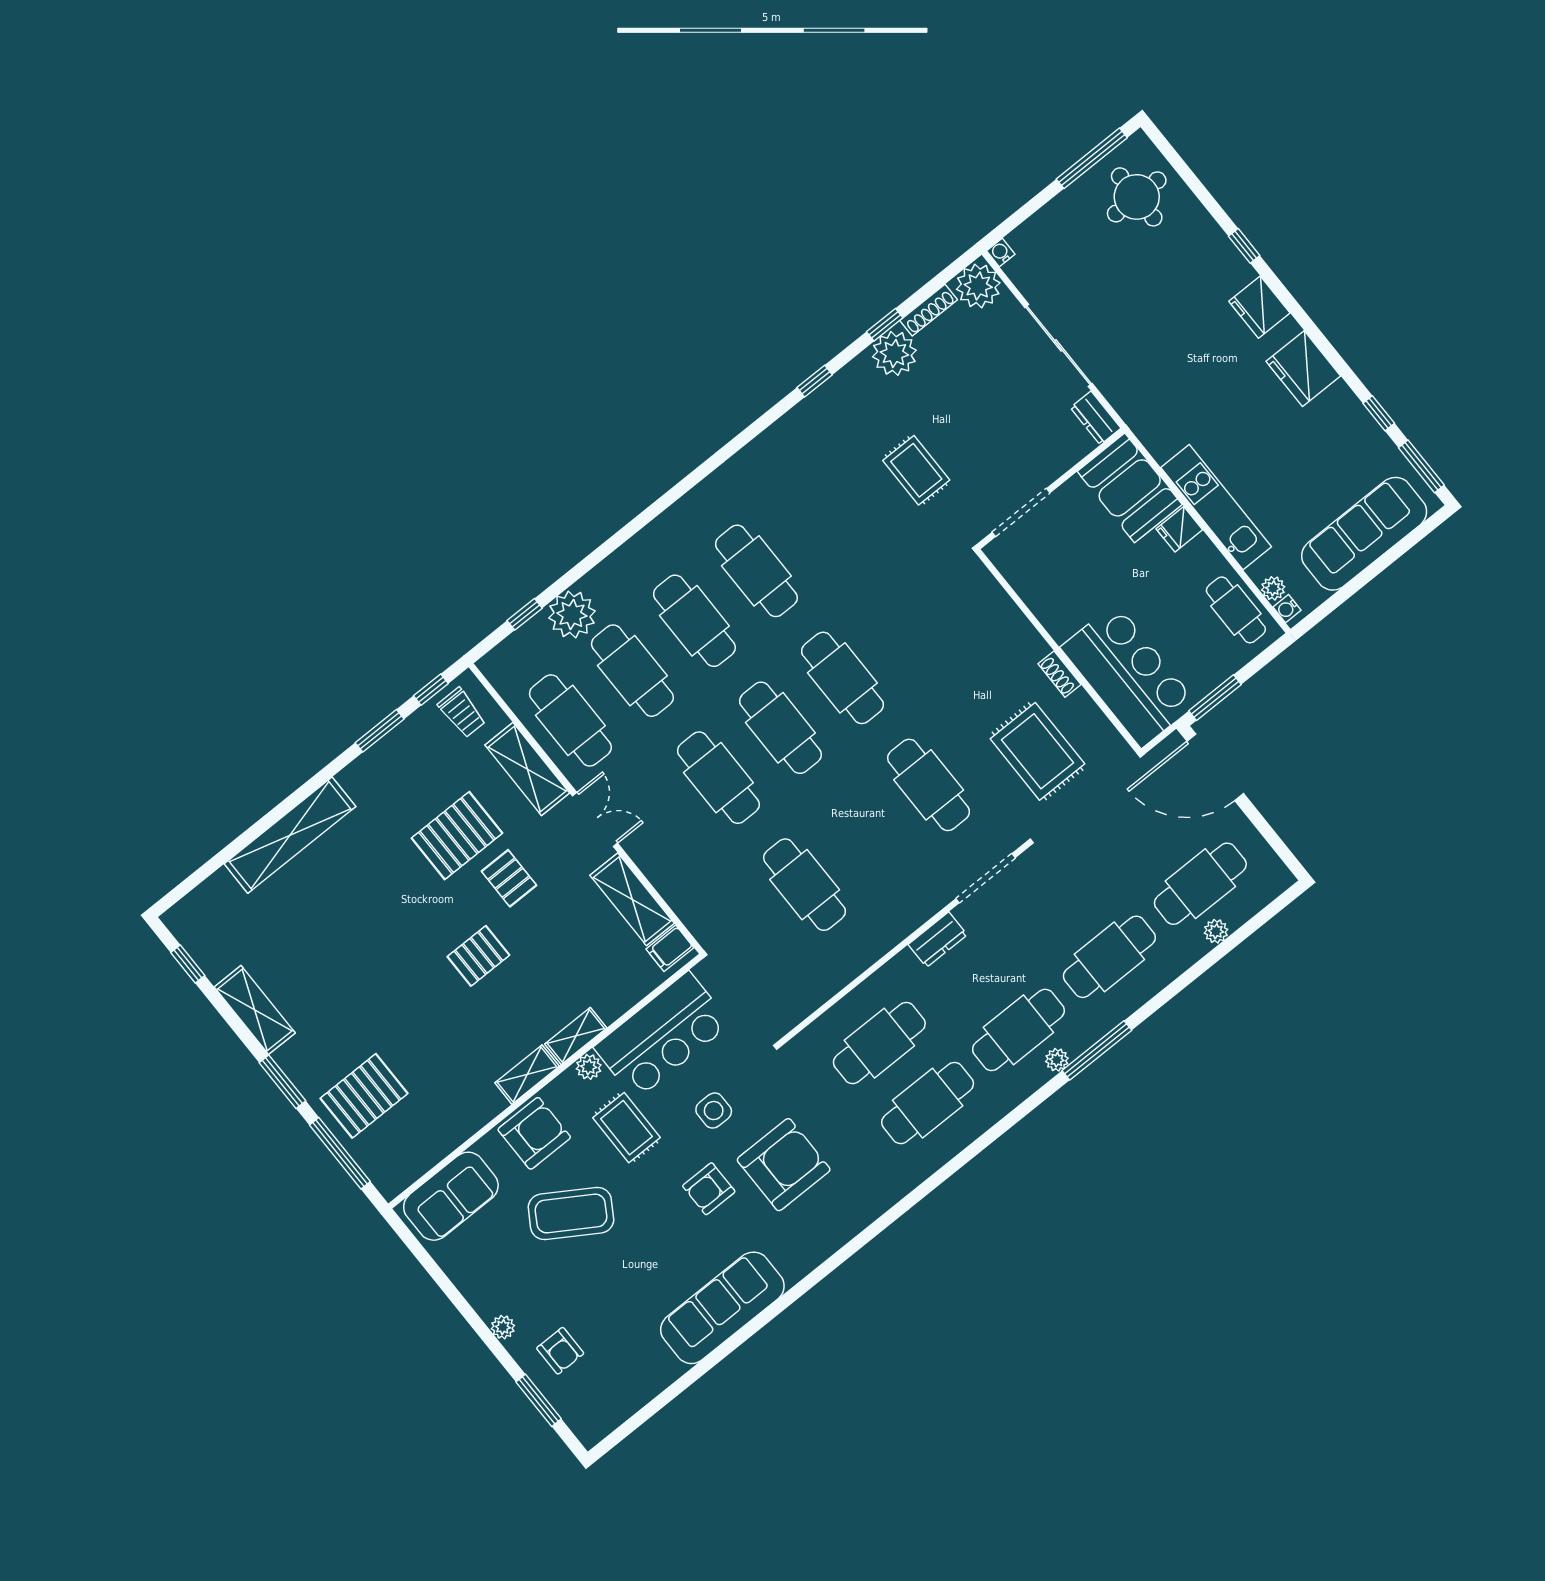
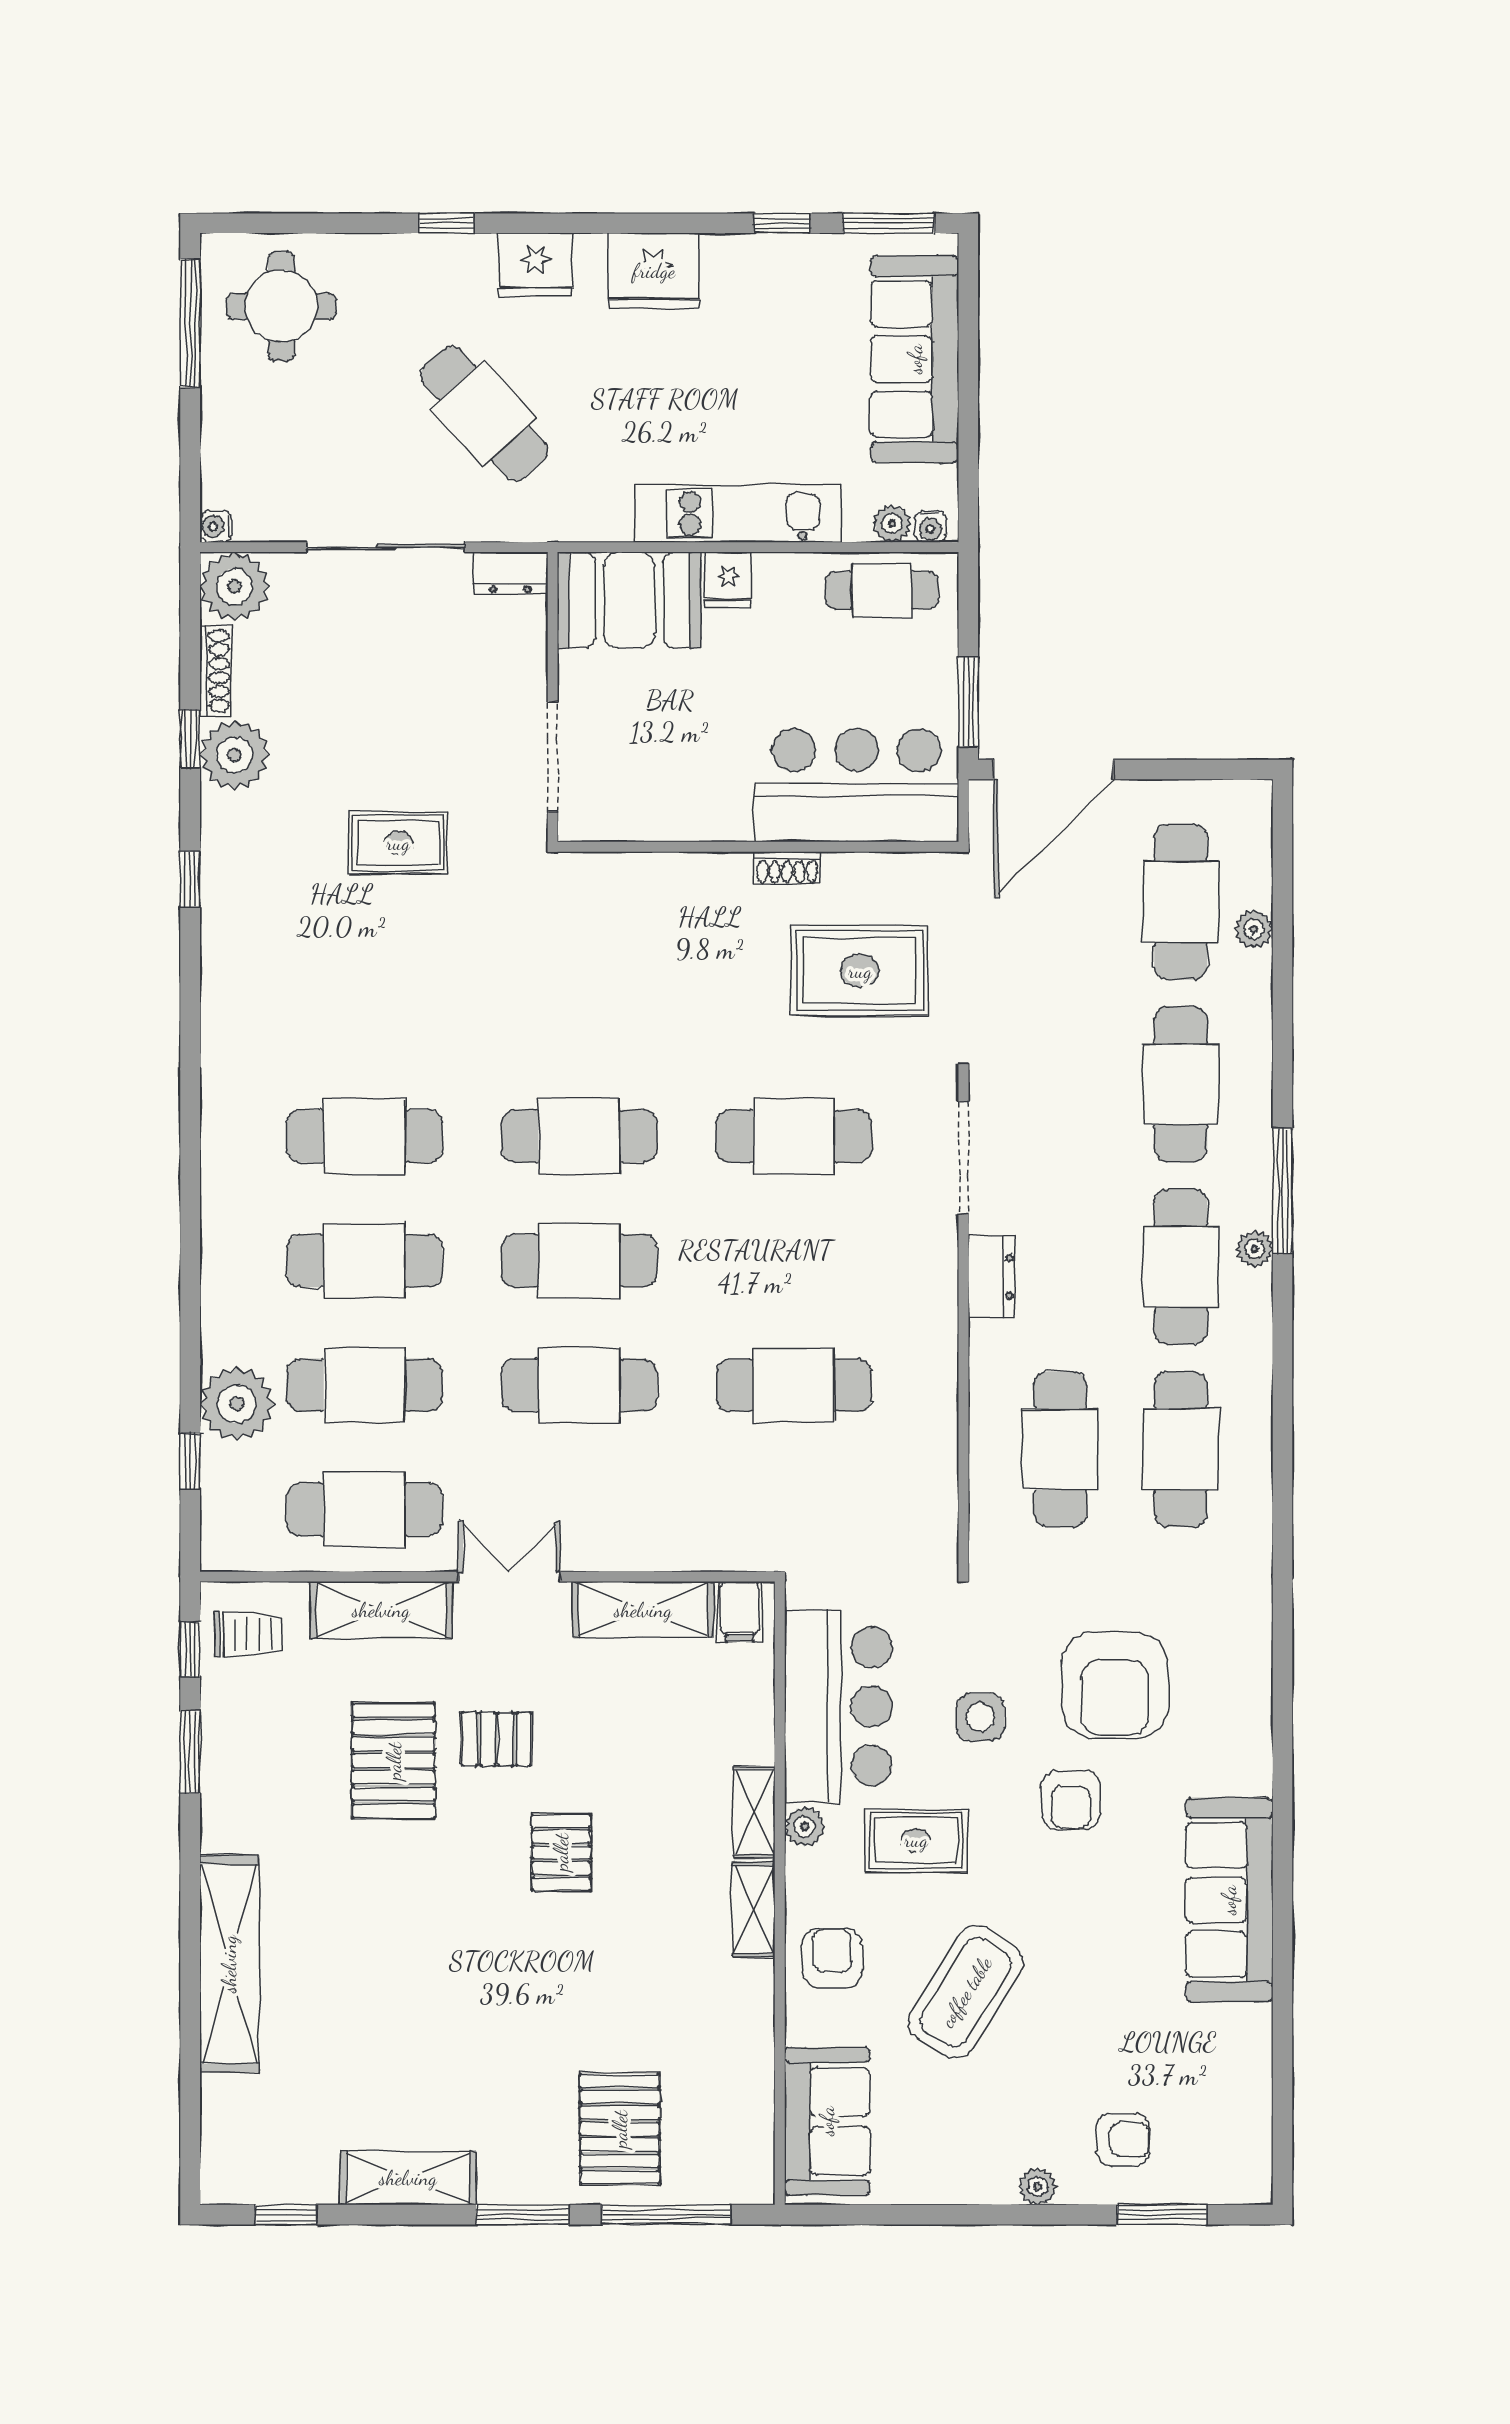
cafe table: (1165, 341) -> (484, 413), added
armchair: (534, 1133) -> (832, 1958), width x0.72, depth x0.72
armchair: (784, 1165) -> (1115, 1685), turned 180

